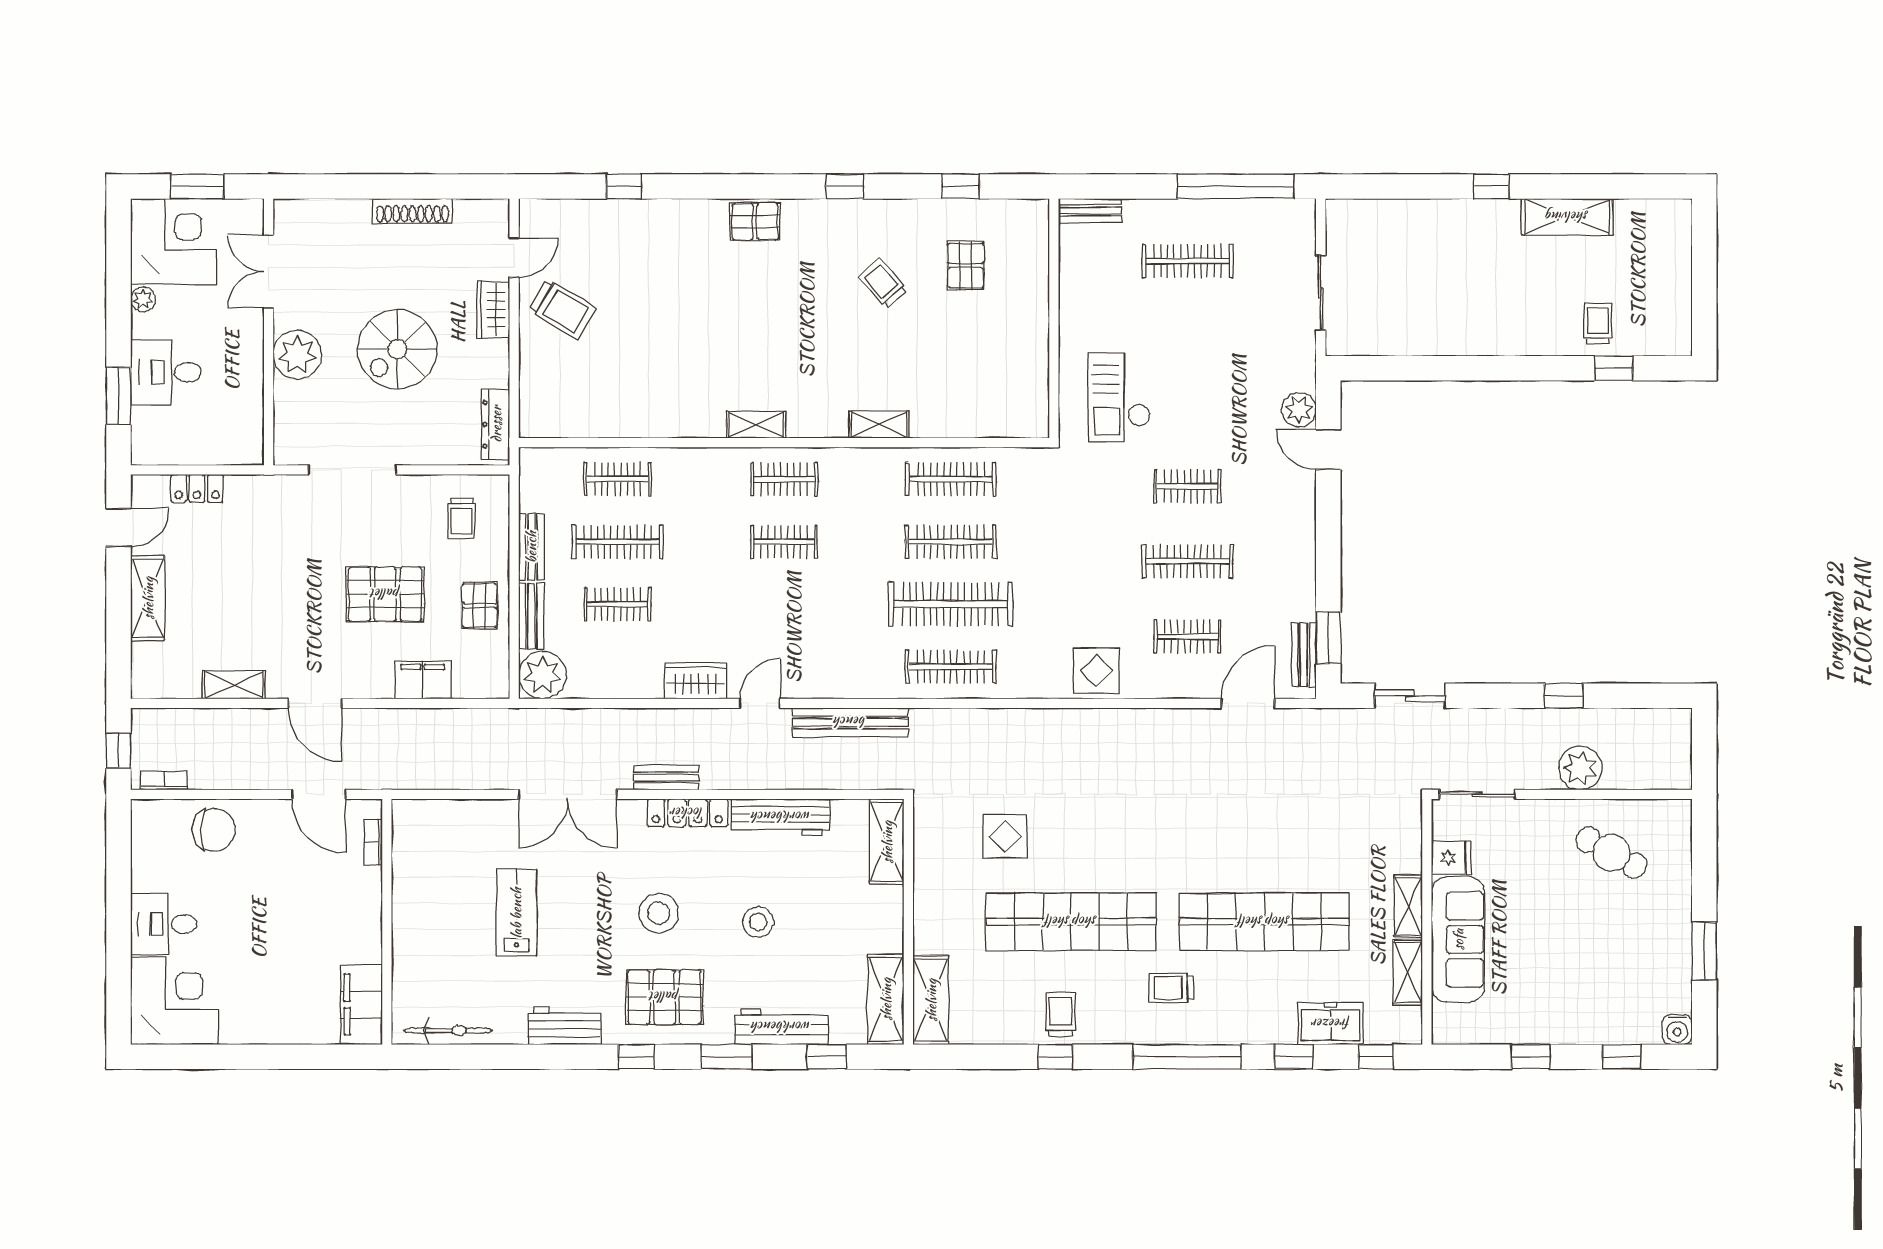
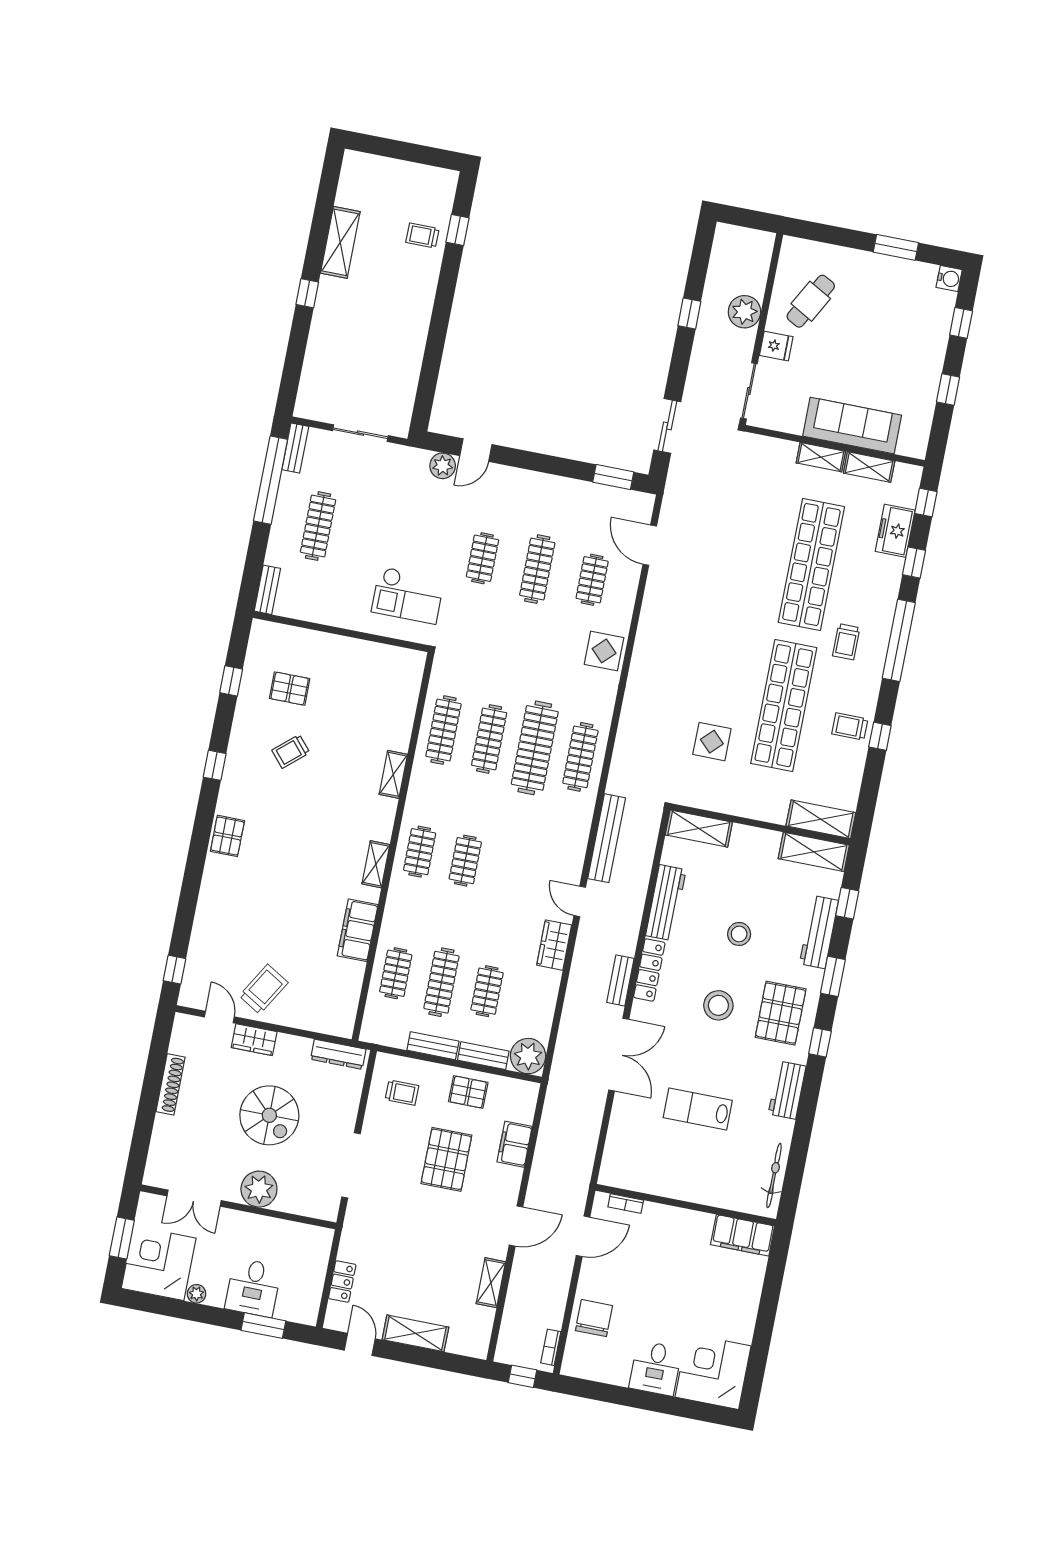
window: (624, 186) -> (174, 970), moved
filing cabinet: (664, 418) -> (358, 930), added
bench: (1304, 655) -> (295, 448), moved, turned 90
fridge: (1451, 858) -> (776, 346), moved, turned 90

